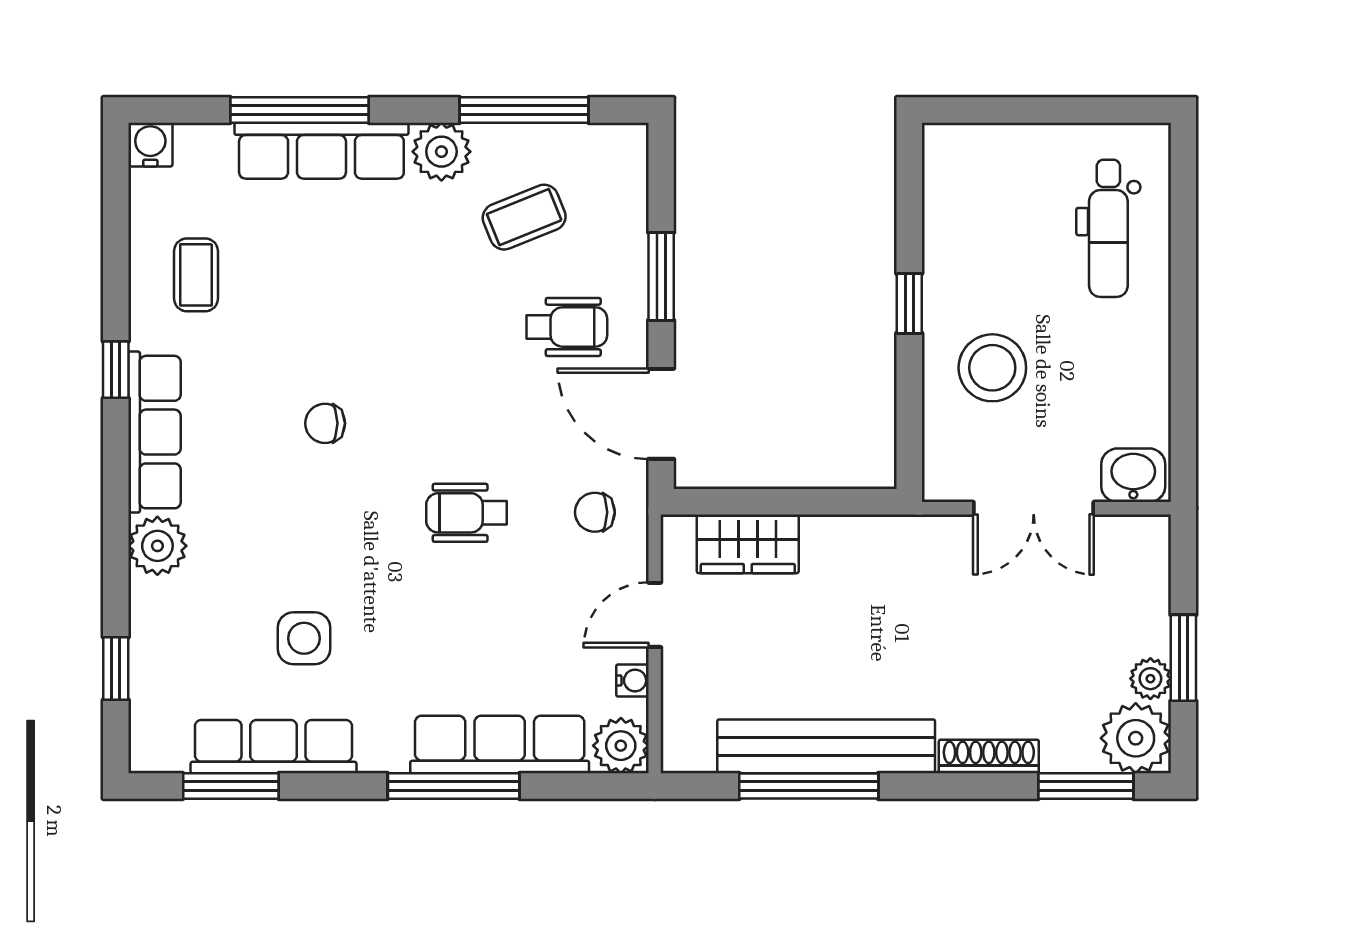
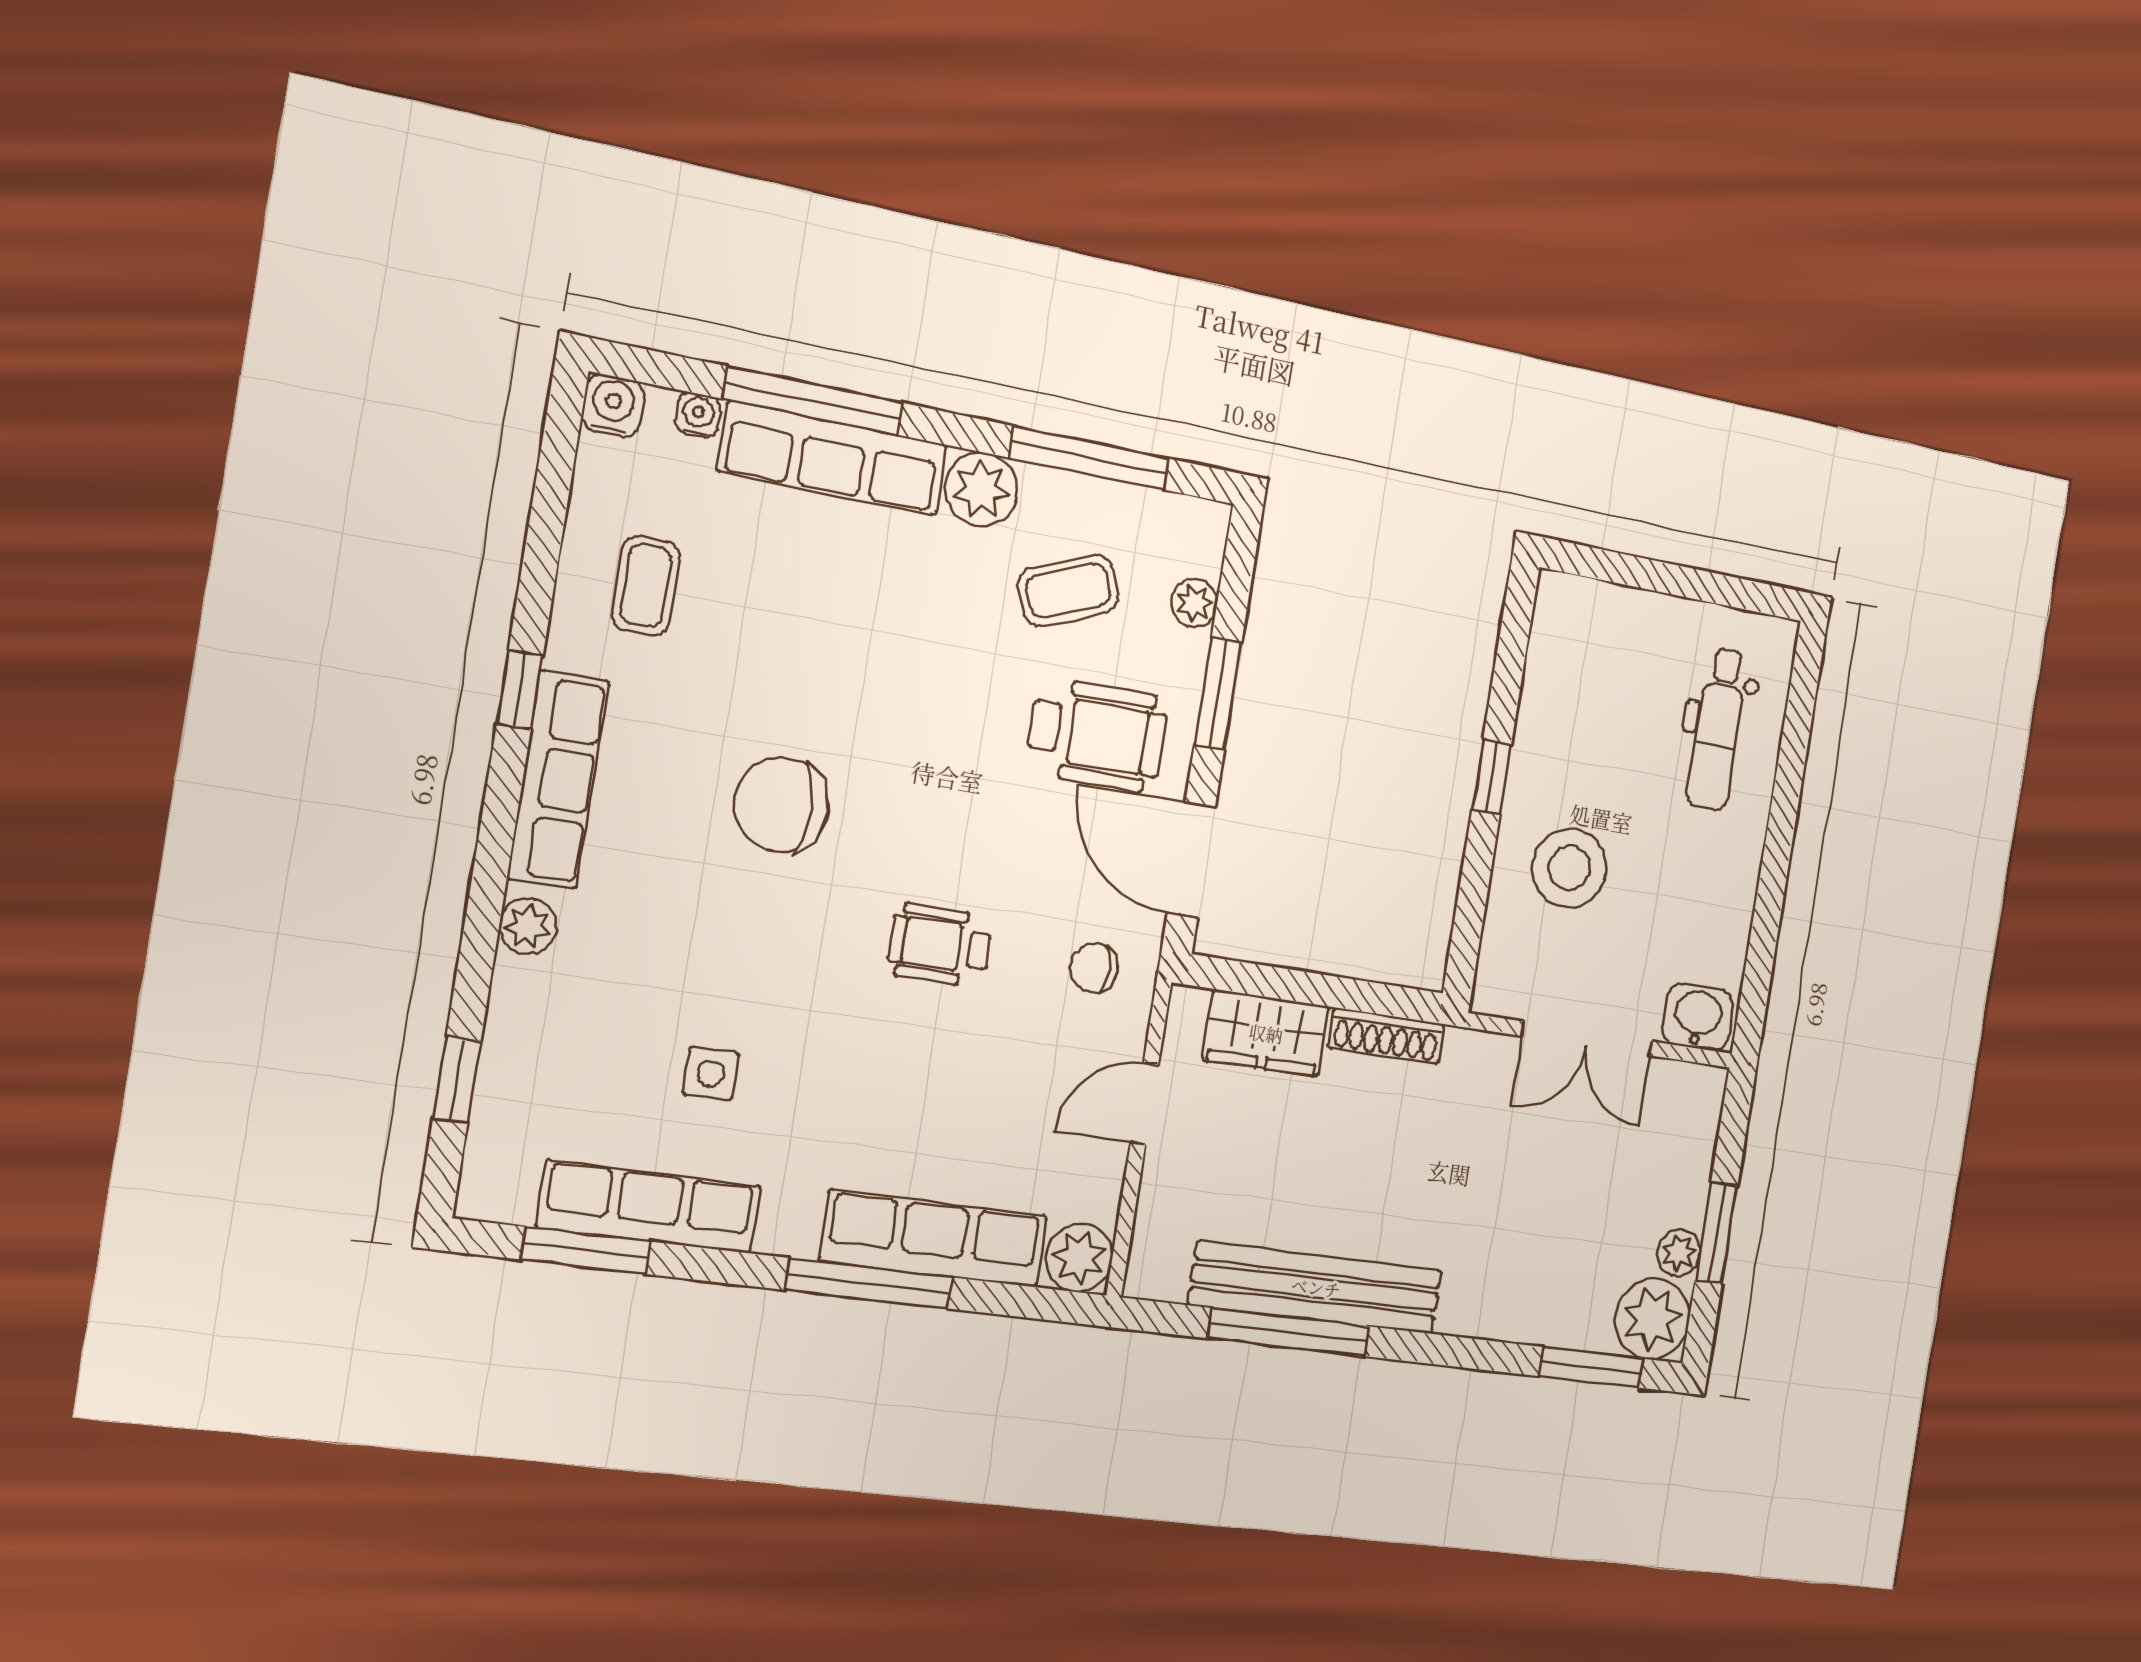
plant: (629, 208) -> (1194, 603), added
wheelchair: (567, 327) -> (1097, 735), width x1.36, depth x1.37
chair: (325, 423) -> (781, 805), width x1.87, depth x1.87
plant: (157, 546) -> (528, 926), width x0.73, depth x0.73
side table: (304, 638) -> (711, 1074), width x0.73, depth x0.73
water cooler: (632, 680) -> (698, 415), moved, turned -90
shoe rack: (989, 756) -> (1386, 1036), moved, turned 180

